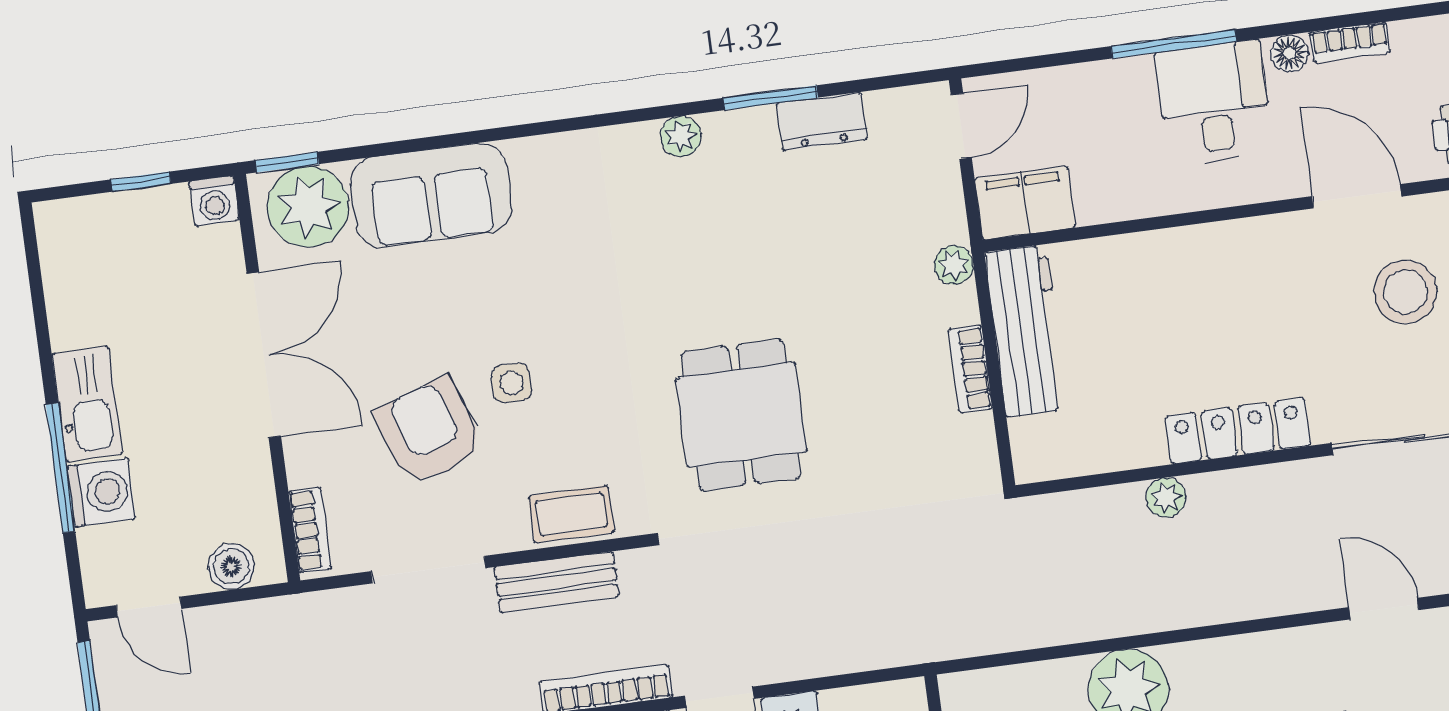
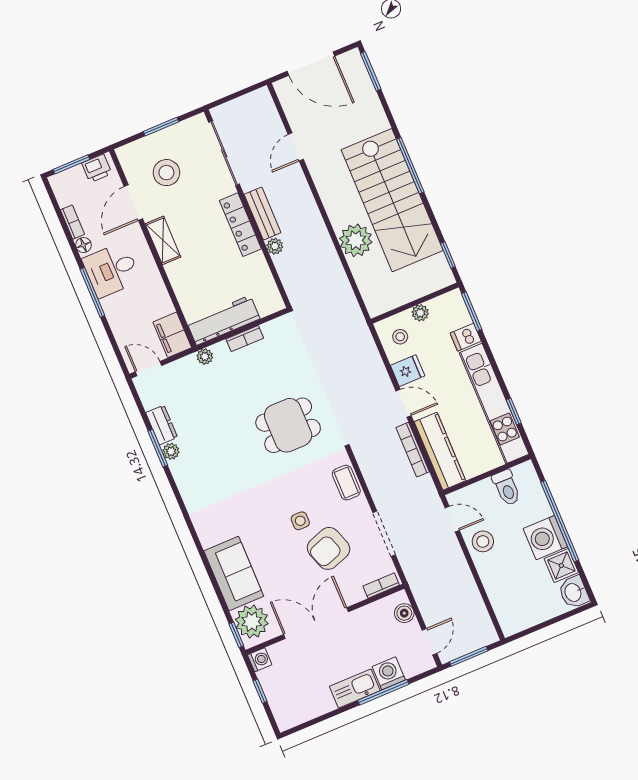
plant: (681, 136) -> (171, 451), moved
shelving: (1250, 241) -> (163, 240), added
bench: (556, 582) -> (263, 213), moved

